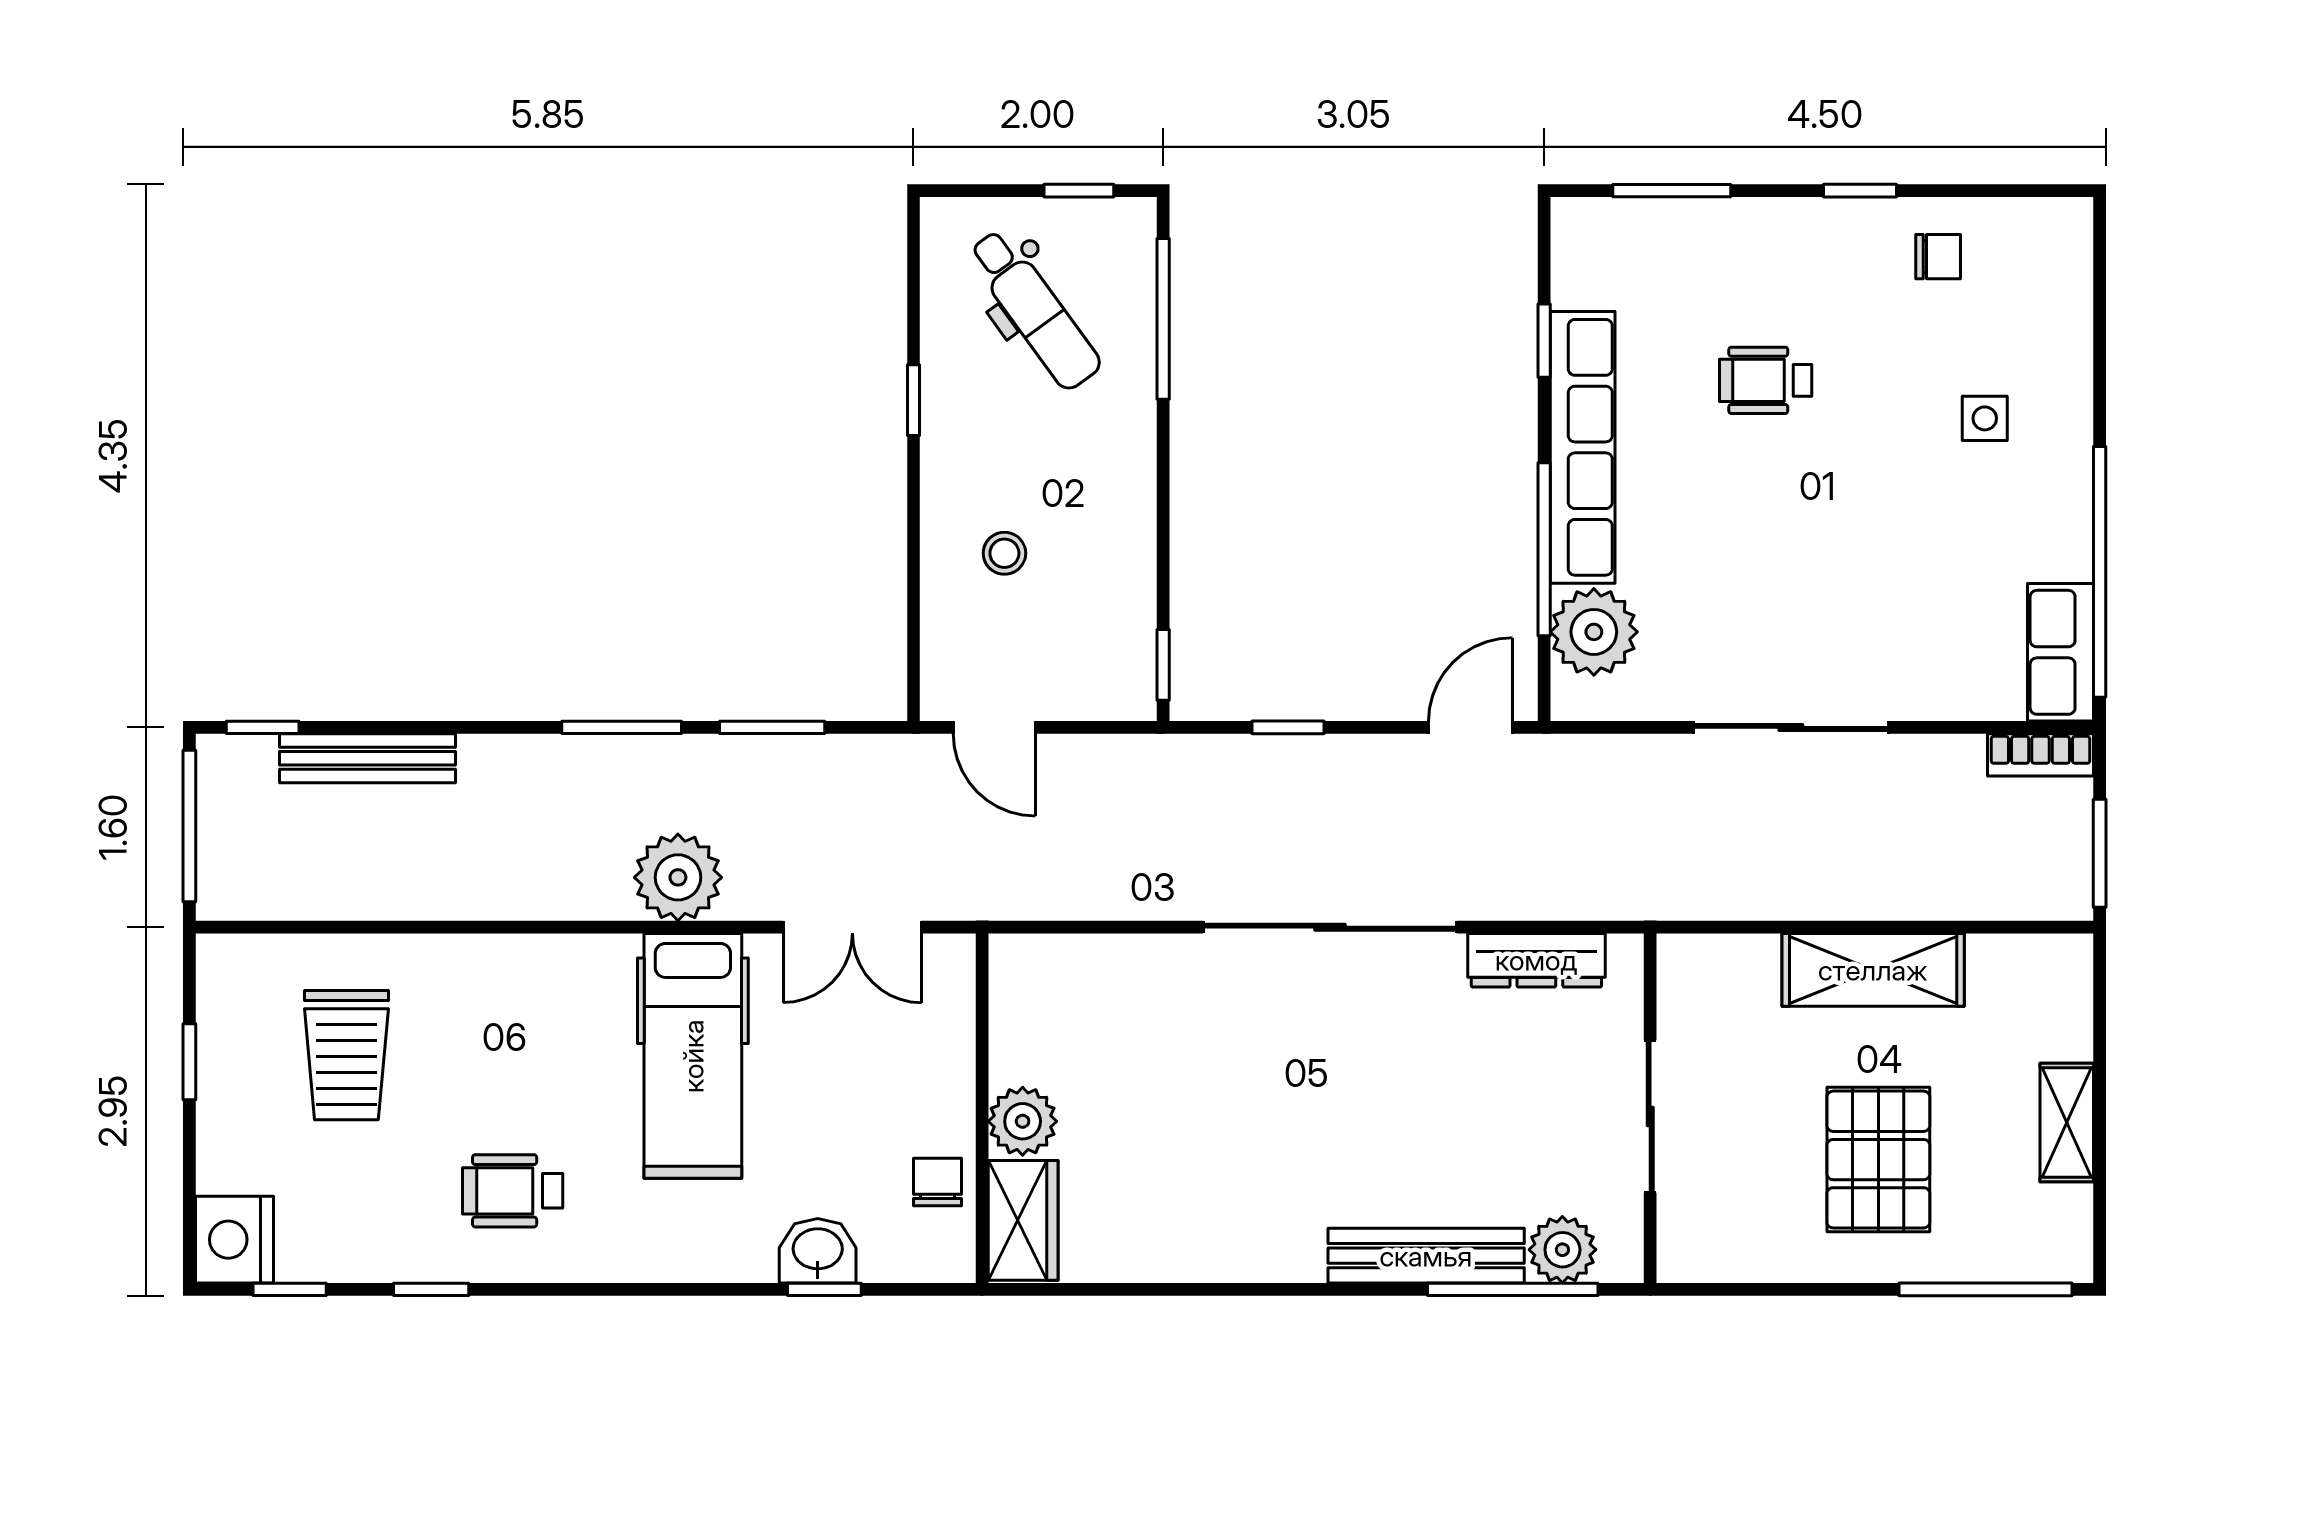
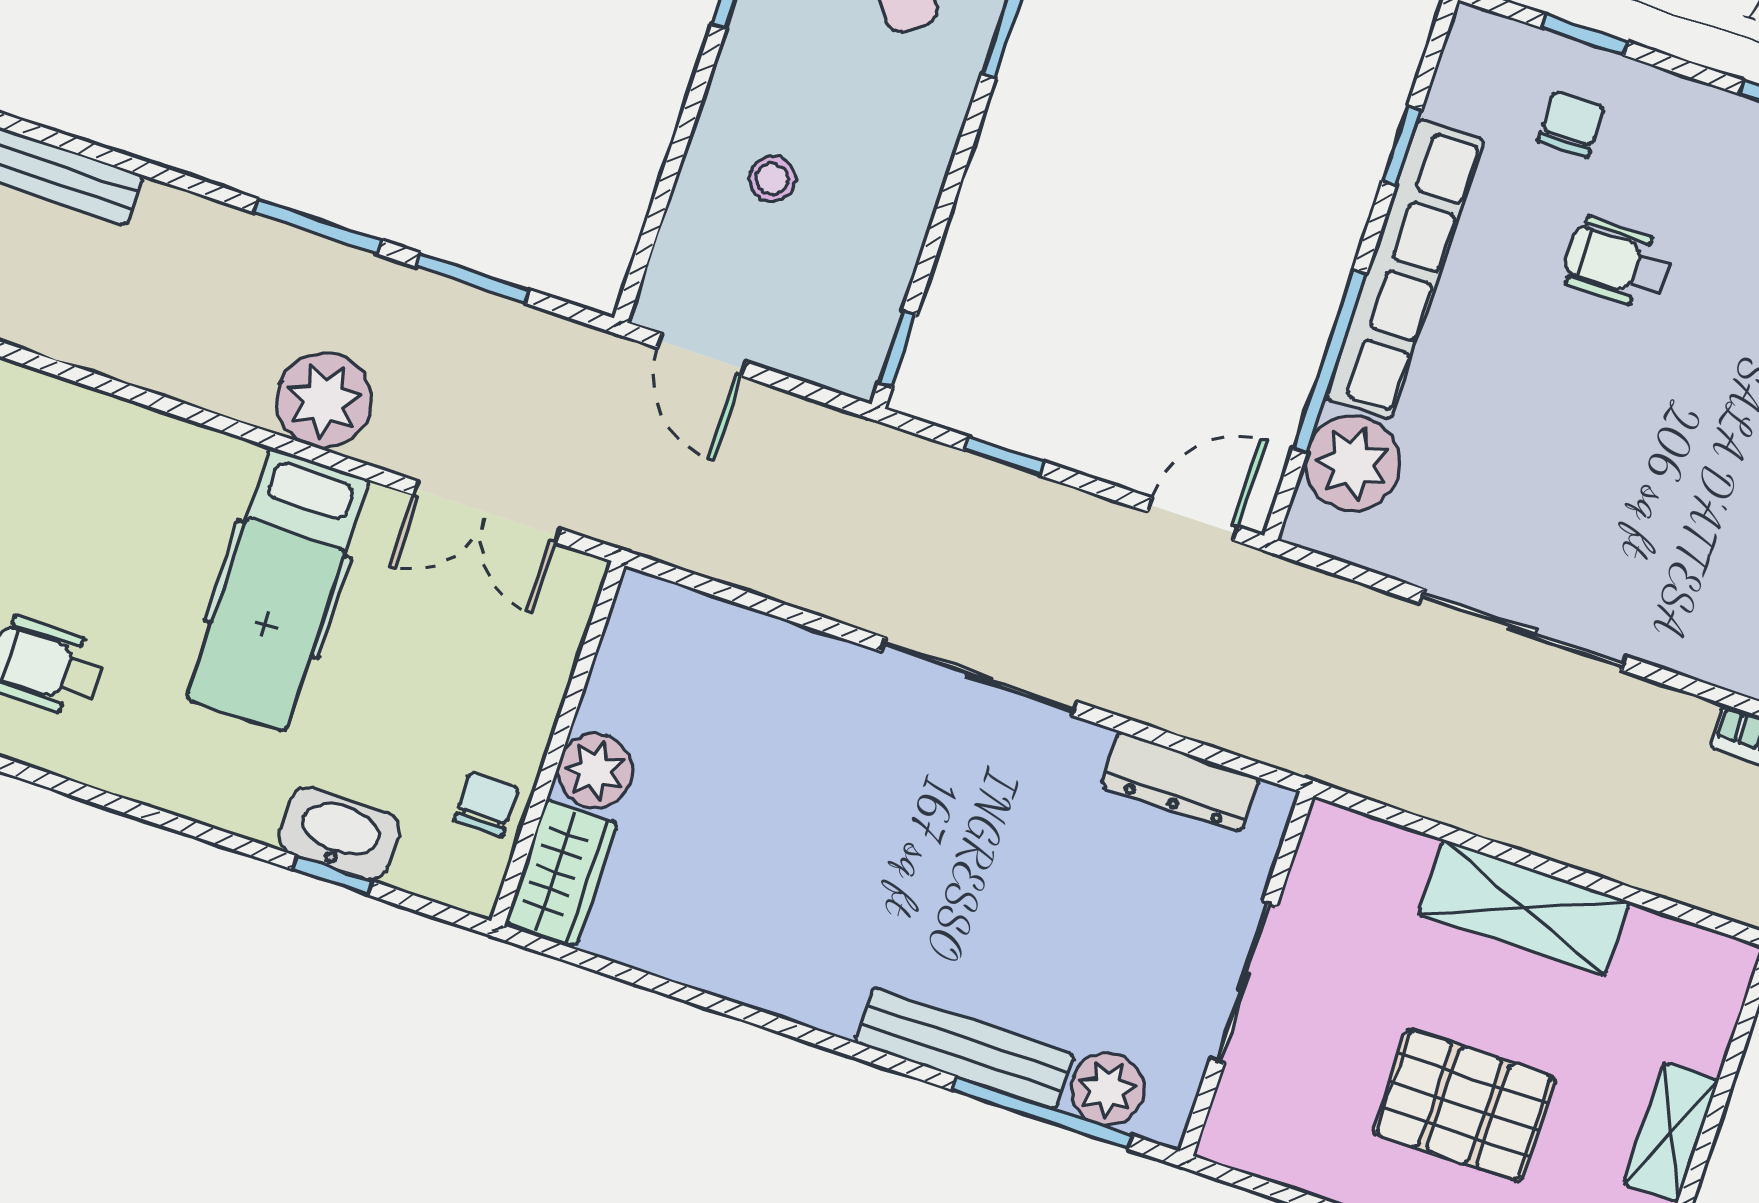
window: (1672, 191) -> (1585, 35), width x0.67
chair: (1685, 272) -> (1571, 124), added
sliding door: (1330, 927) -> (979, 677), width x0.73
pallet: (1878, 1160) -> (1464, 1105), turned 90
washbasin: (818, 1251) -> (339, 833), width x1.38

